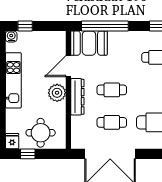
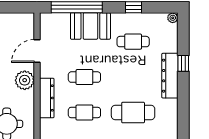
booth: (89, 43) -> (90, 26), moved
dresser: (77, 97) -> (47, 98), moved

